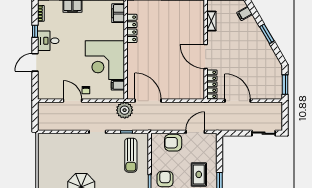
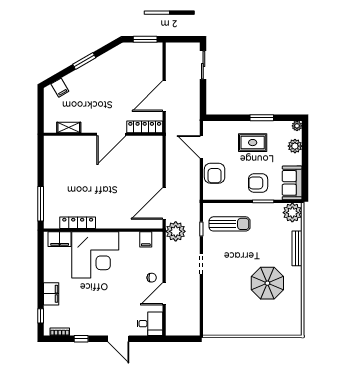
desk: (48, 41) -> (150, 324), moved, turned -90
corner desk: (105, 60) -> (95, 255), moved

